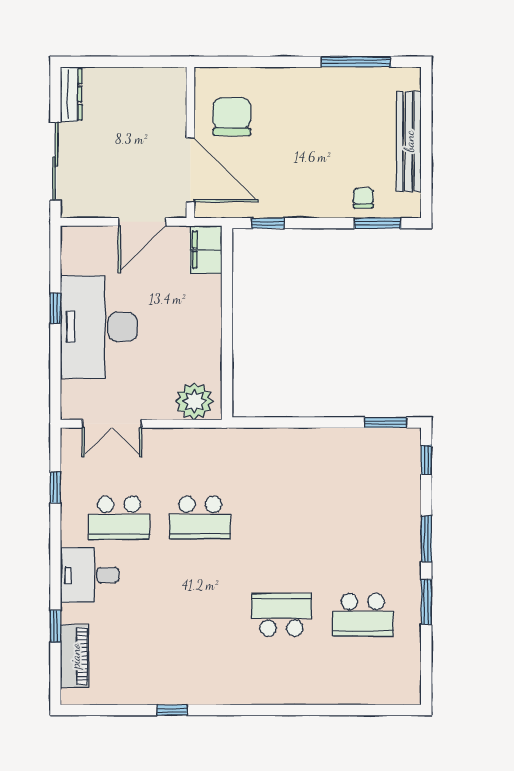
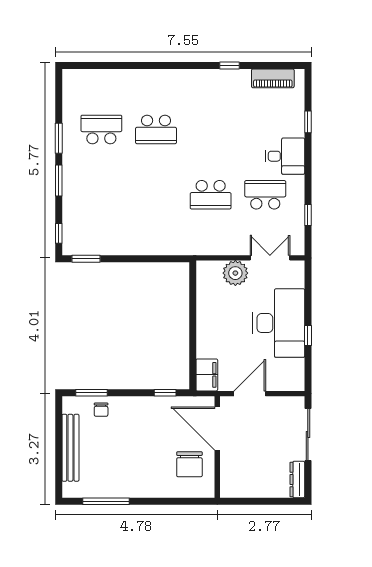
plant: (194, 401) -> (235, 273), moved
school desk: (200, 518) -> (211, 195), turned 180
piano: (75, 656) -> (273, 78), moved, turned -90

